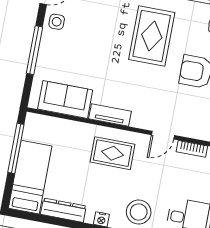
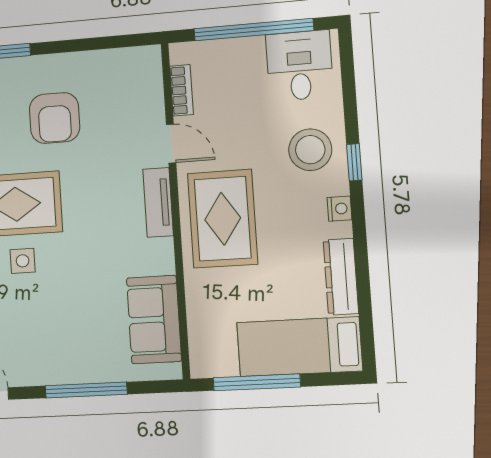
side table: (57, 22) -> (23, 261), moved
tv unit: (110, 115) -> (158, 202), moved
rug: (112, 153) -> (223, 219), width x1.36, depth x1.43

